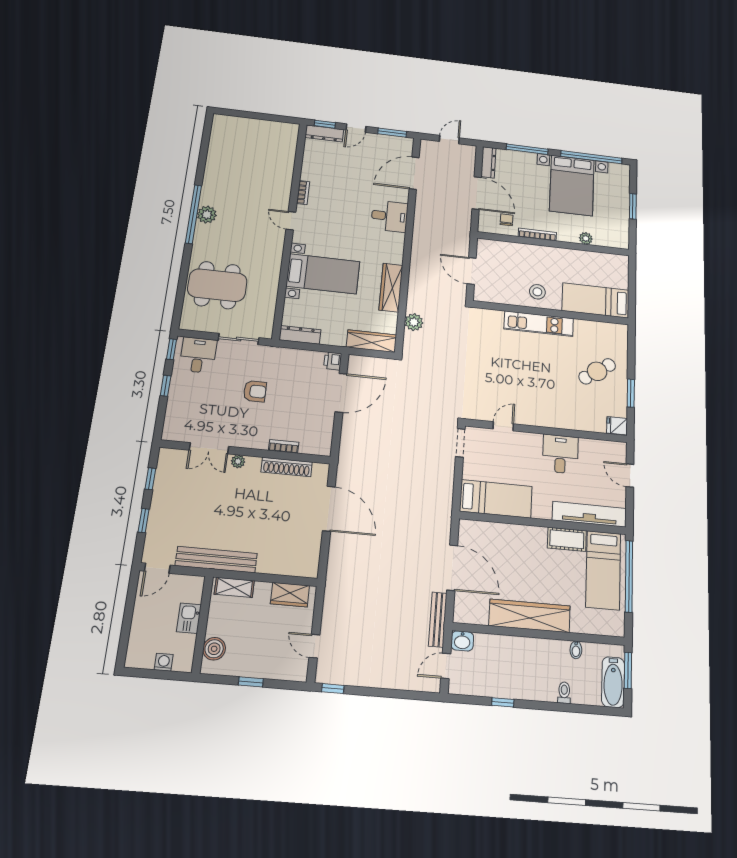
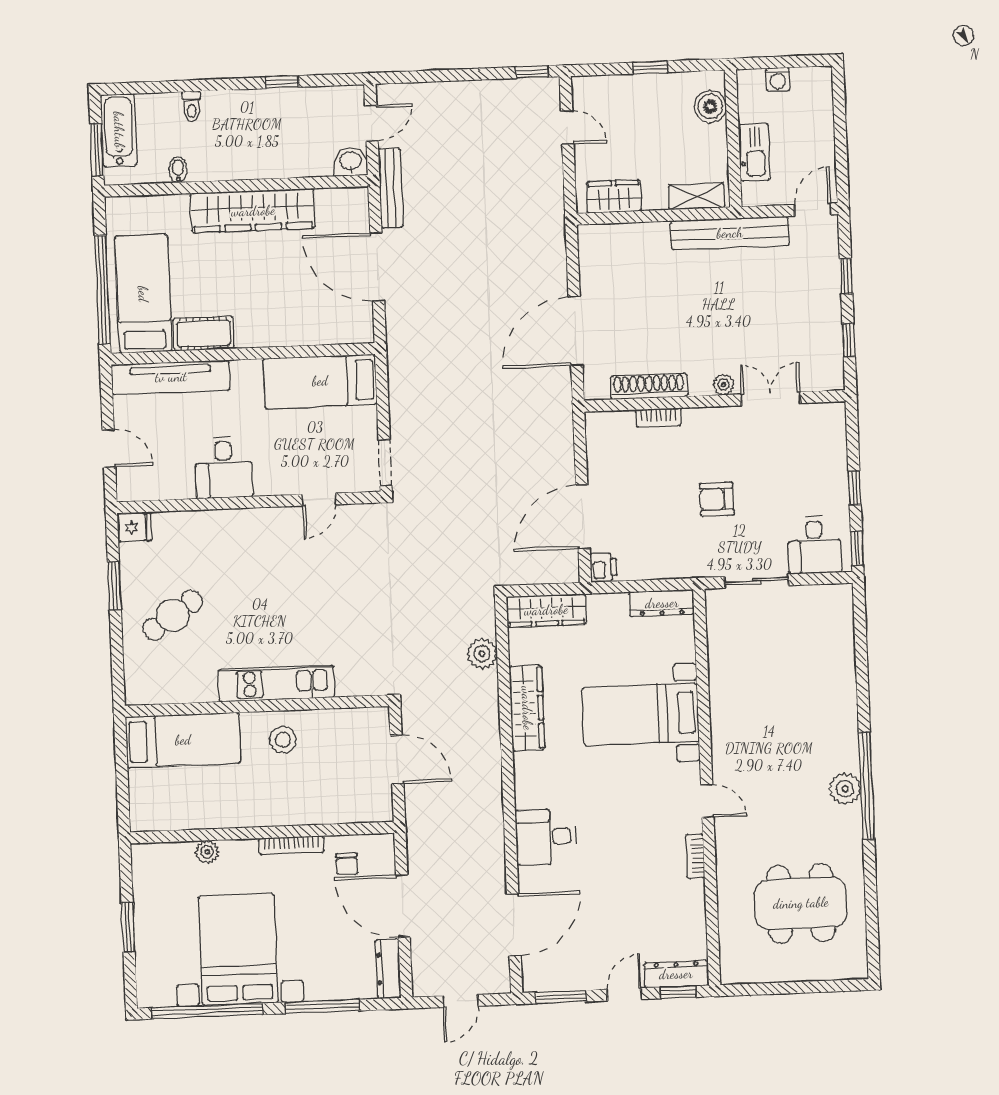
dining table: (217, 285) -> (801, 903), moved
door: (329, 509) -> (575, 331), hinge flipped
kitchen sink: (189, 618) -> (754, 152), width x1.38

